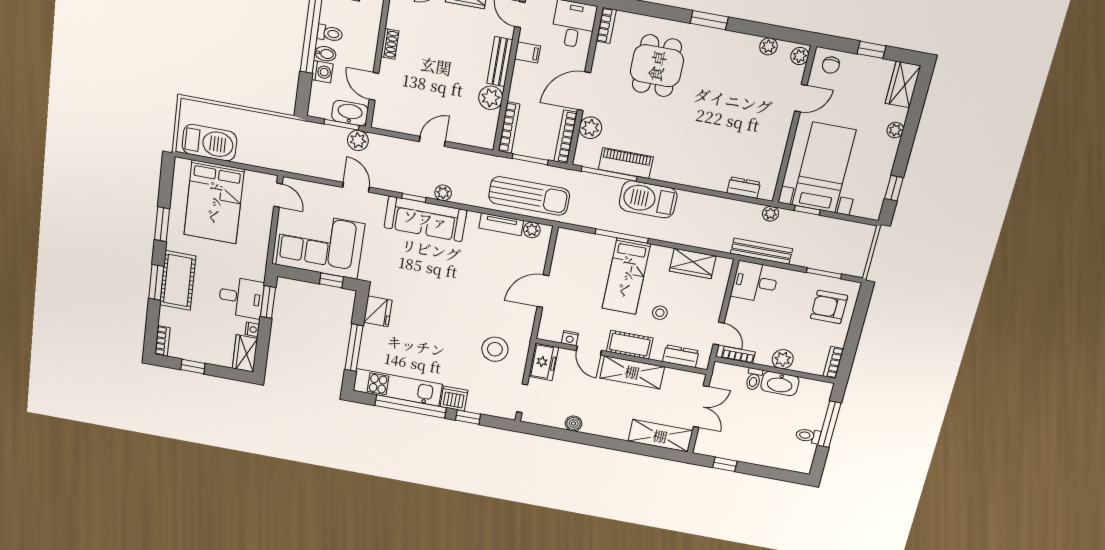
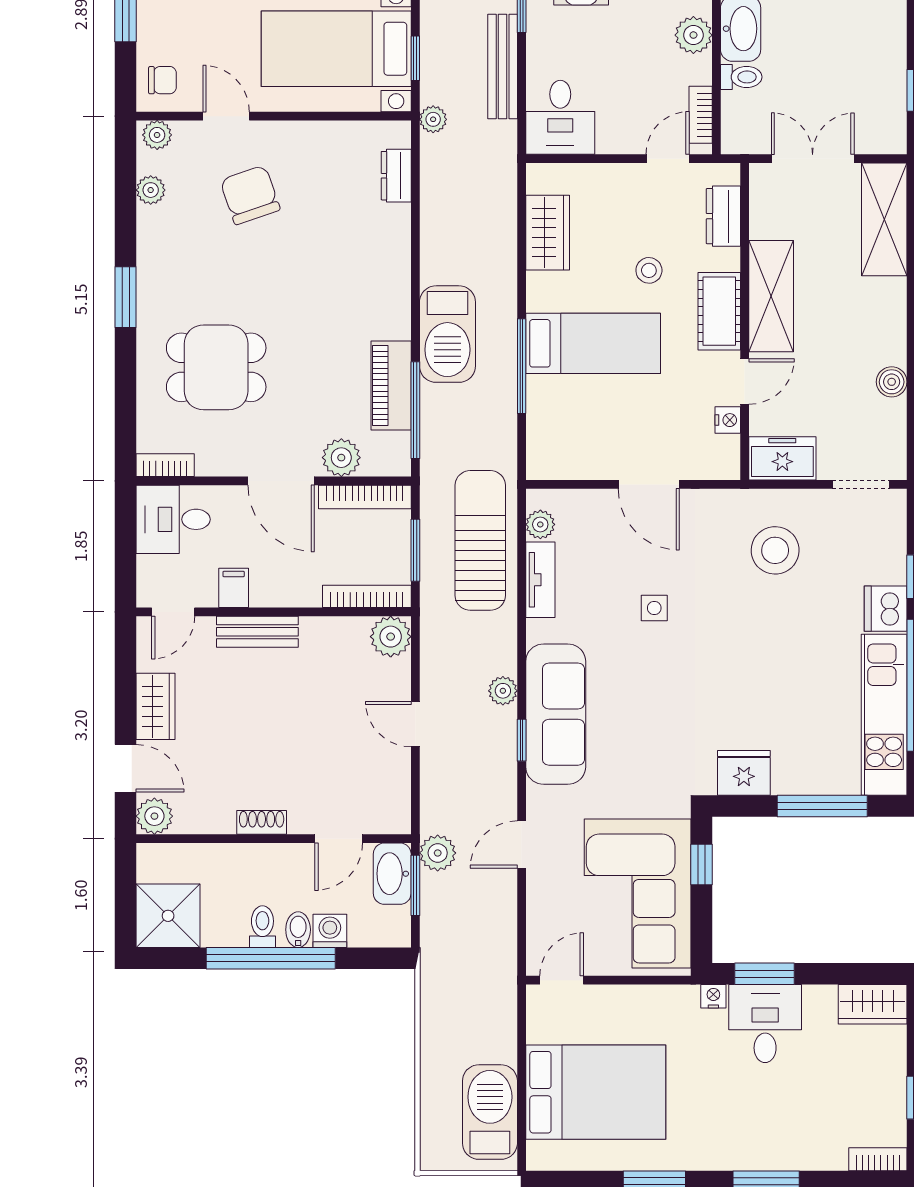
plant: (491, 98) -> (391, 637), moved
chair: (752, 104) -> (250, 195), added
bench: (761, 251) -> (503, 66), moved
cot: (178, 280) -> (755, 1142), removed
side table: (475, 282) -> (654, 608), added
nightstand: (252, 329) -> (713, 996), moved

